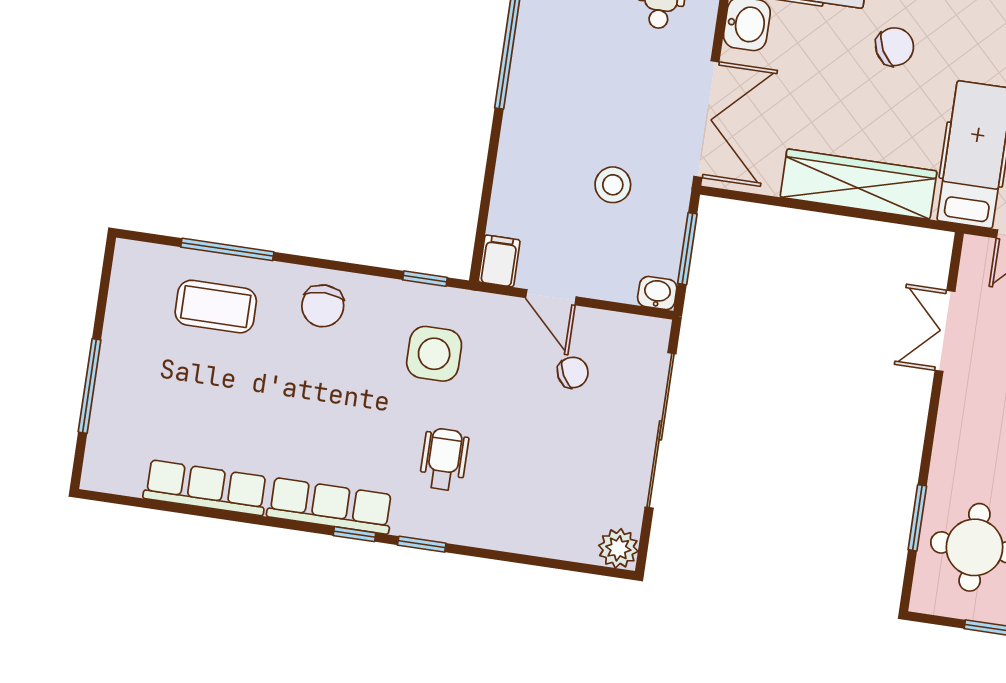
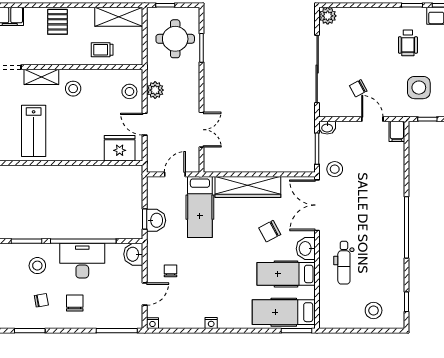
chair: (895, 47) -> (270, 231), moved
stool: (613, 185) -> (335, 169), moved

